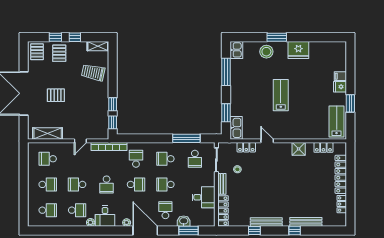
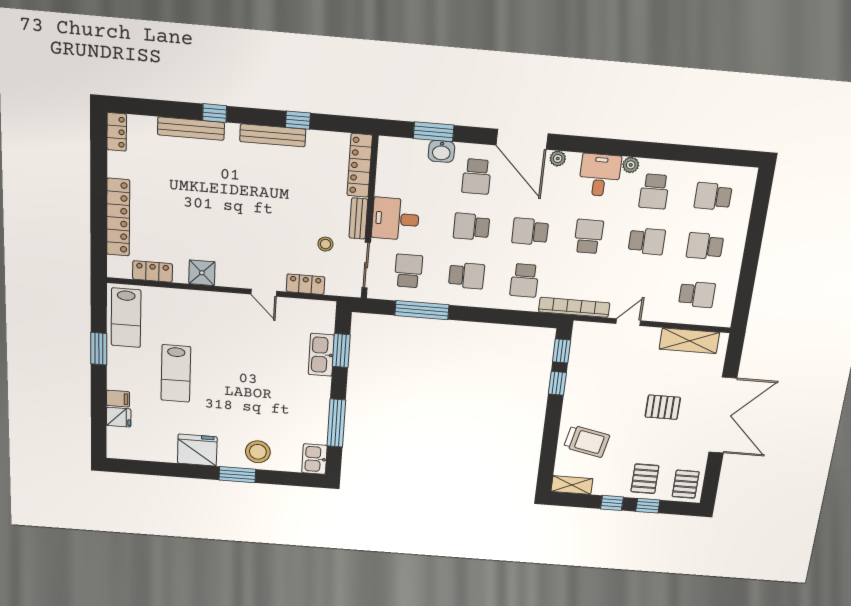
fridge: (340, 87) -> (119, 417), moved
lab bench: (281, 95) -> (176, 373), moved
kitchen sink: (236, 128) -> (321, 355), moved
school desk: (165, 184) -> (471, 227), turned 180
desk: (203, 197) -> (396, 219), moved
locker: (342, 204) -> (117, 132), moved
school desk: (77, 210) -> (654, 191), turned -90

